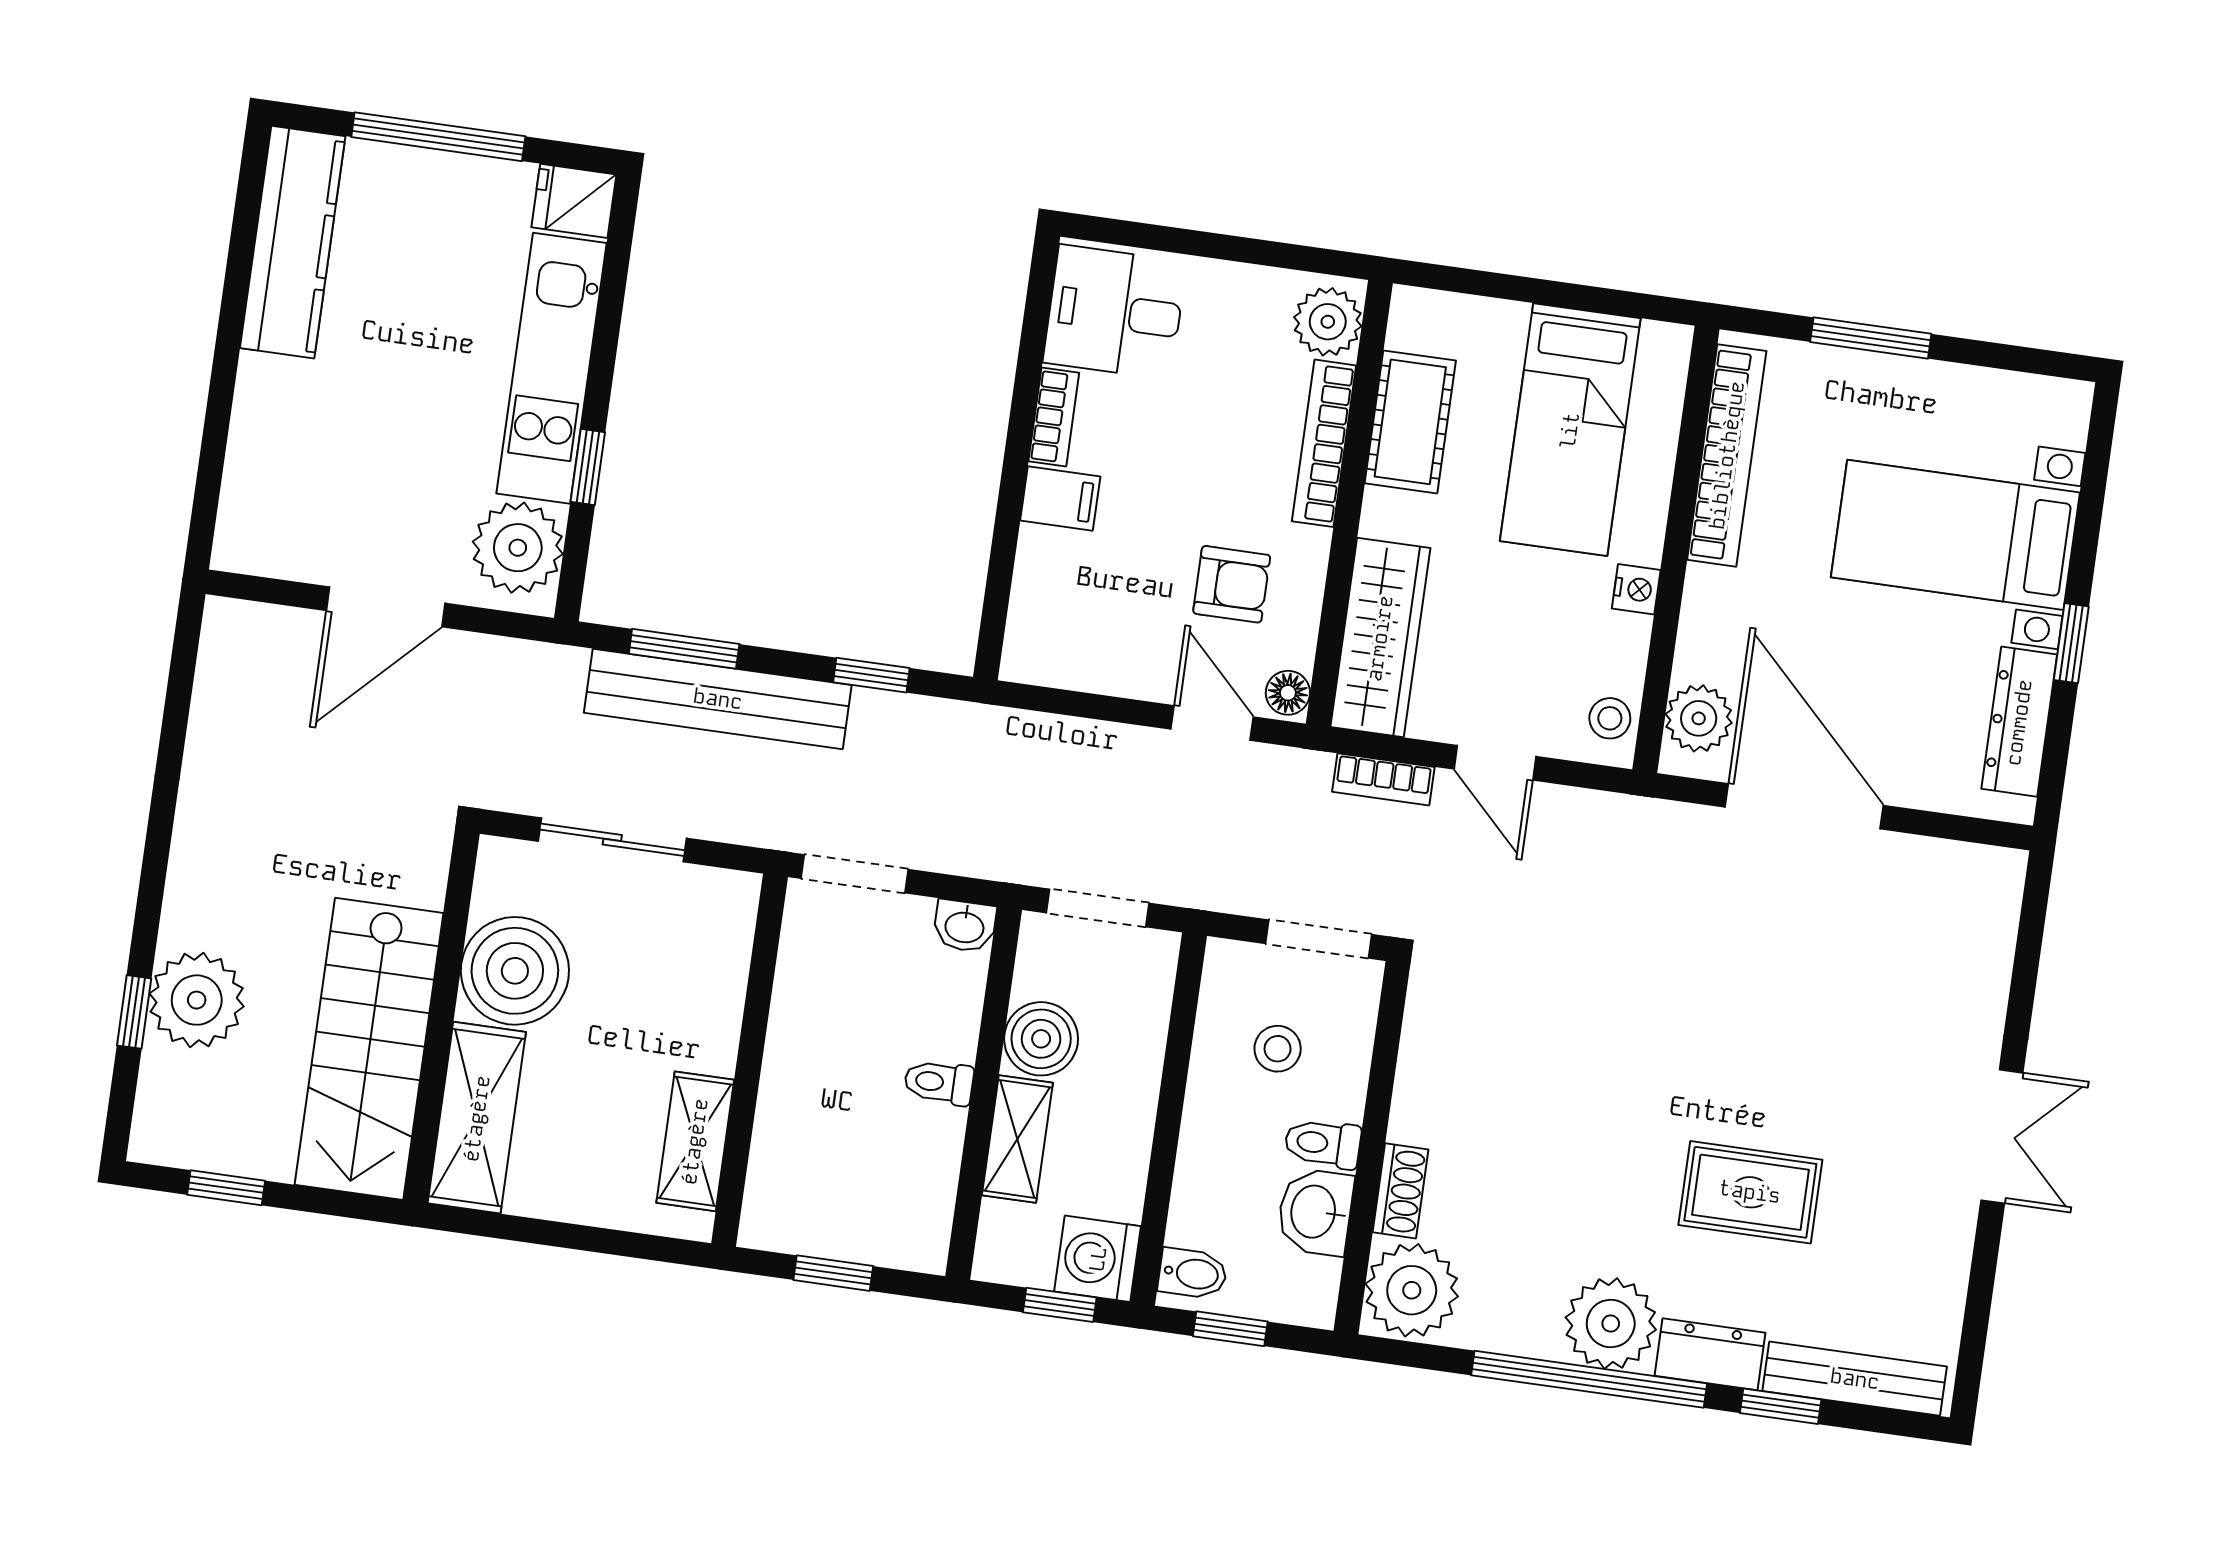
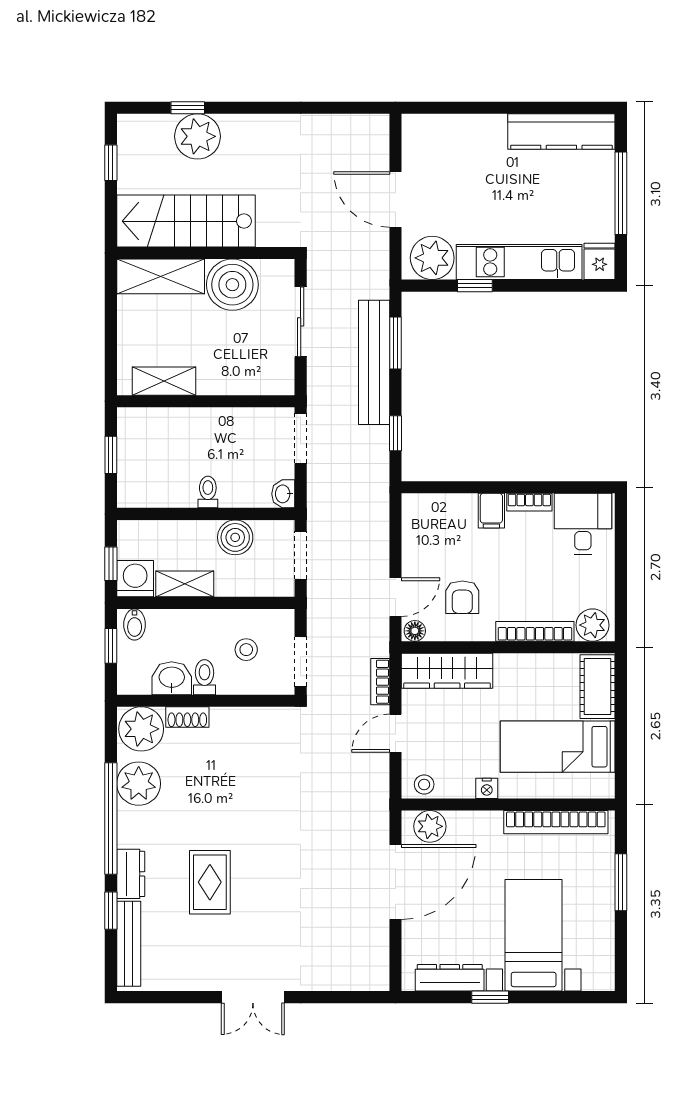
cot: (1410, 422) -> (598, 687), moved, turned 90
shelving: (1017, 1139) -> (185, 584), moved
plant: (1611, 1324) -> (139, 784), moved

